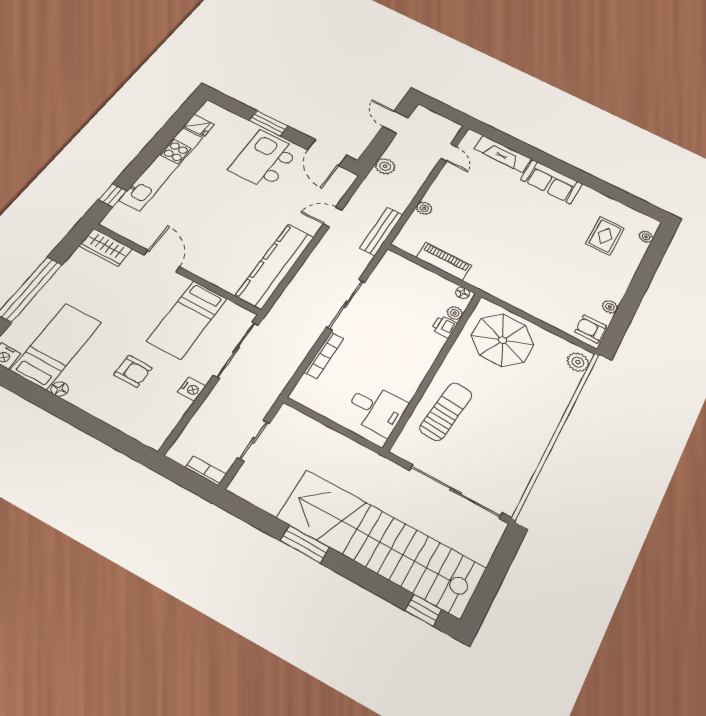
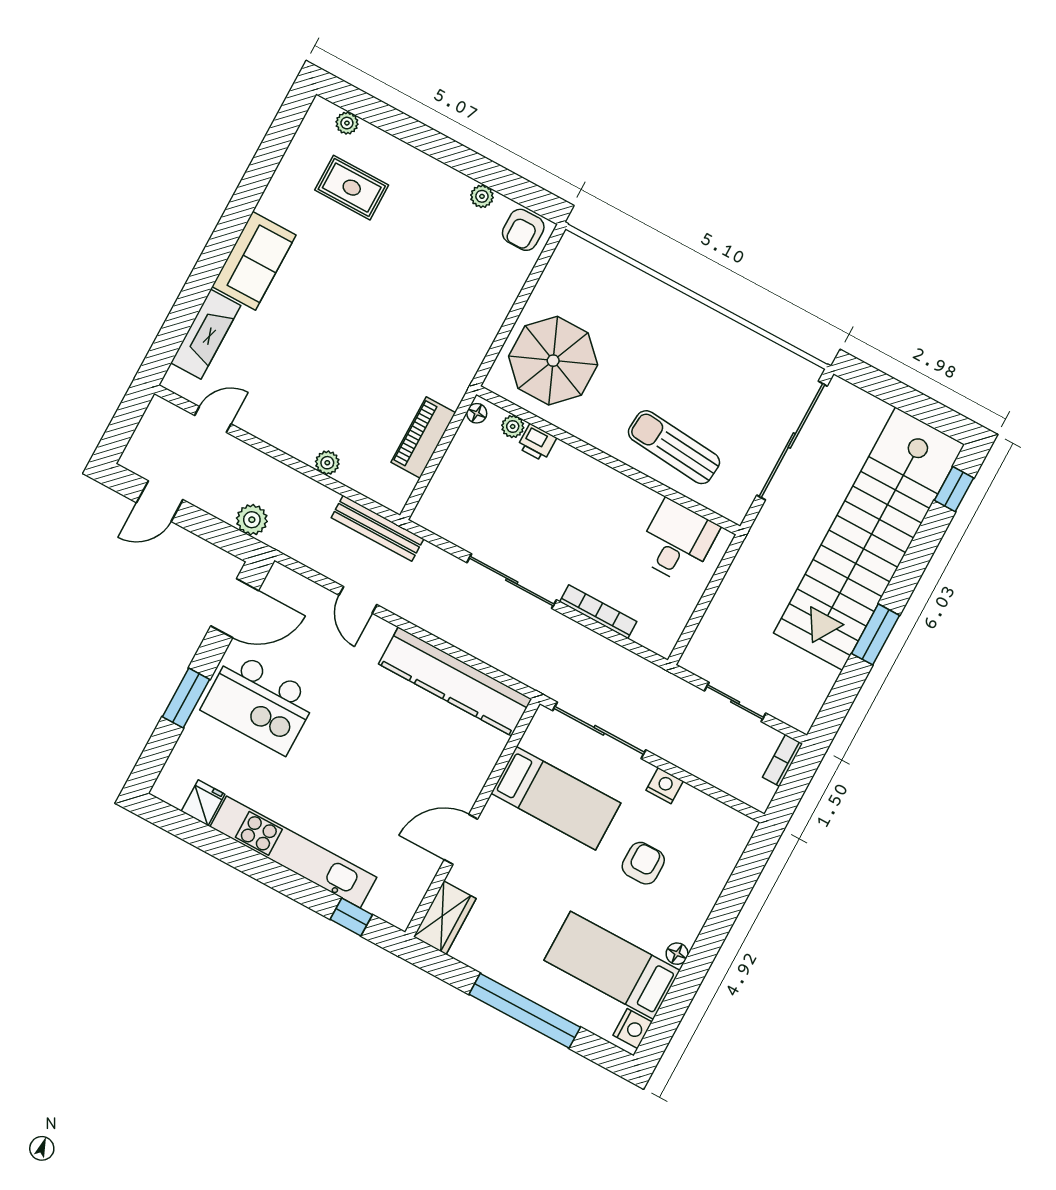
plant: (578, 362) -> (581, 255), removed

